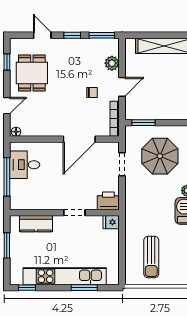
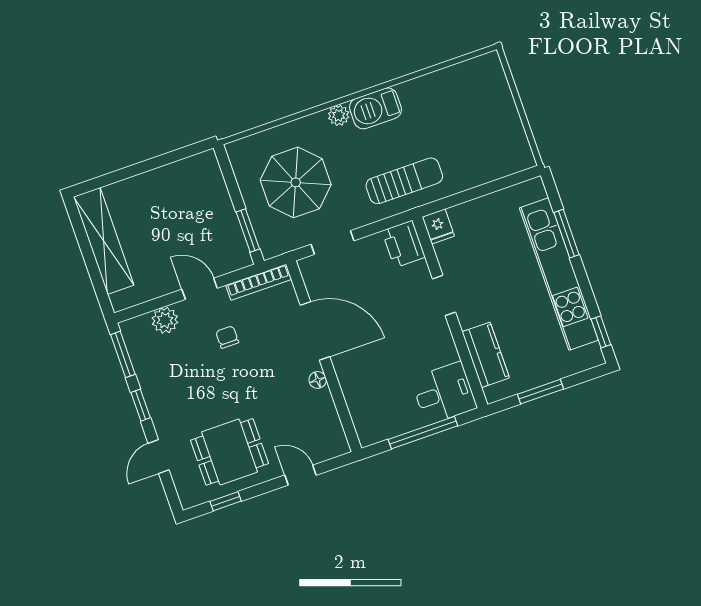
floor lamp: (16, 132) -> (318, 380), moved
desk: (25, 165) -> (444, 393), moved, turned -90
sun lounger: (151, 257) -> (404, 181), moved

